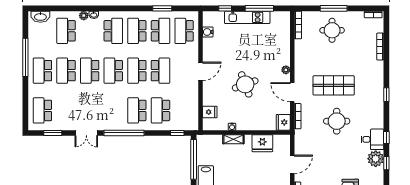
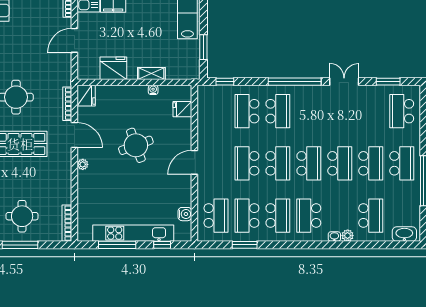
kitchen unit: (247, 17) -> (133, 233), width x1.36
school desk: (42, 110) -> (402, 111), turned 180
school desk: (160, 110) -> (247, 111), turned 180
window: (194, 159) -> (203, 47), width x0.47

